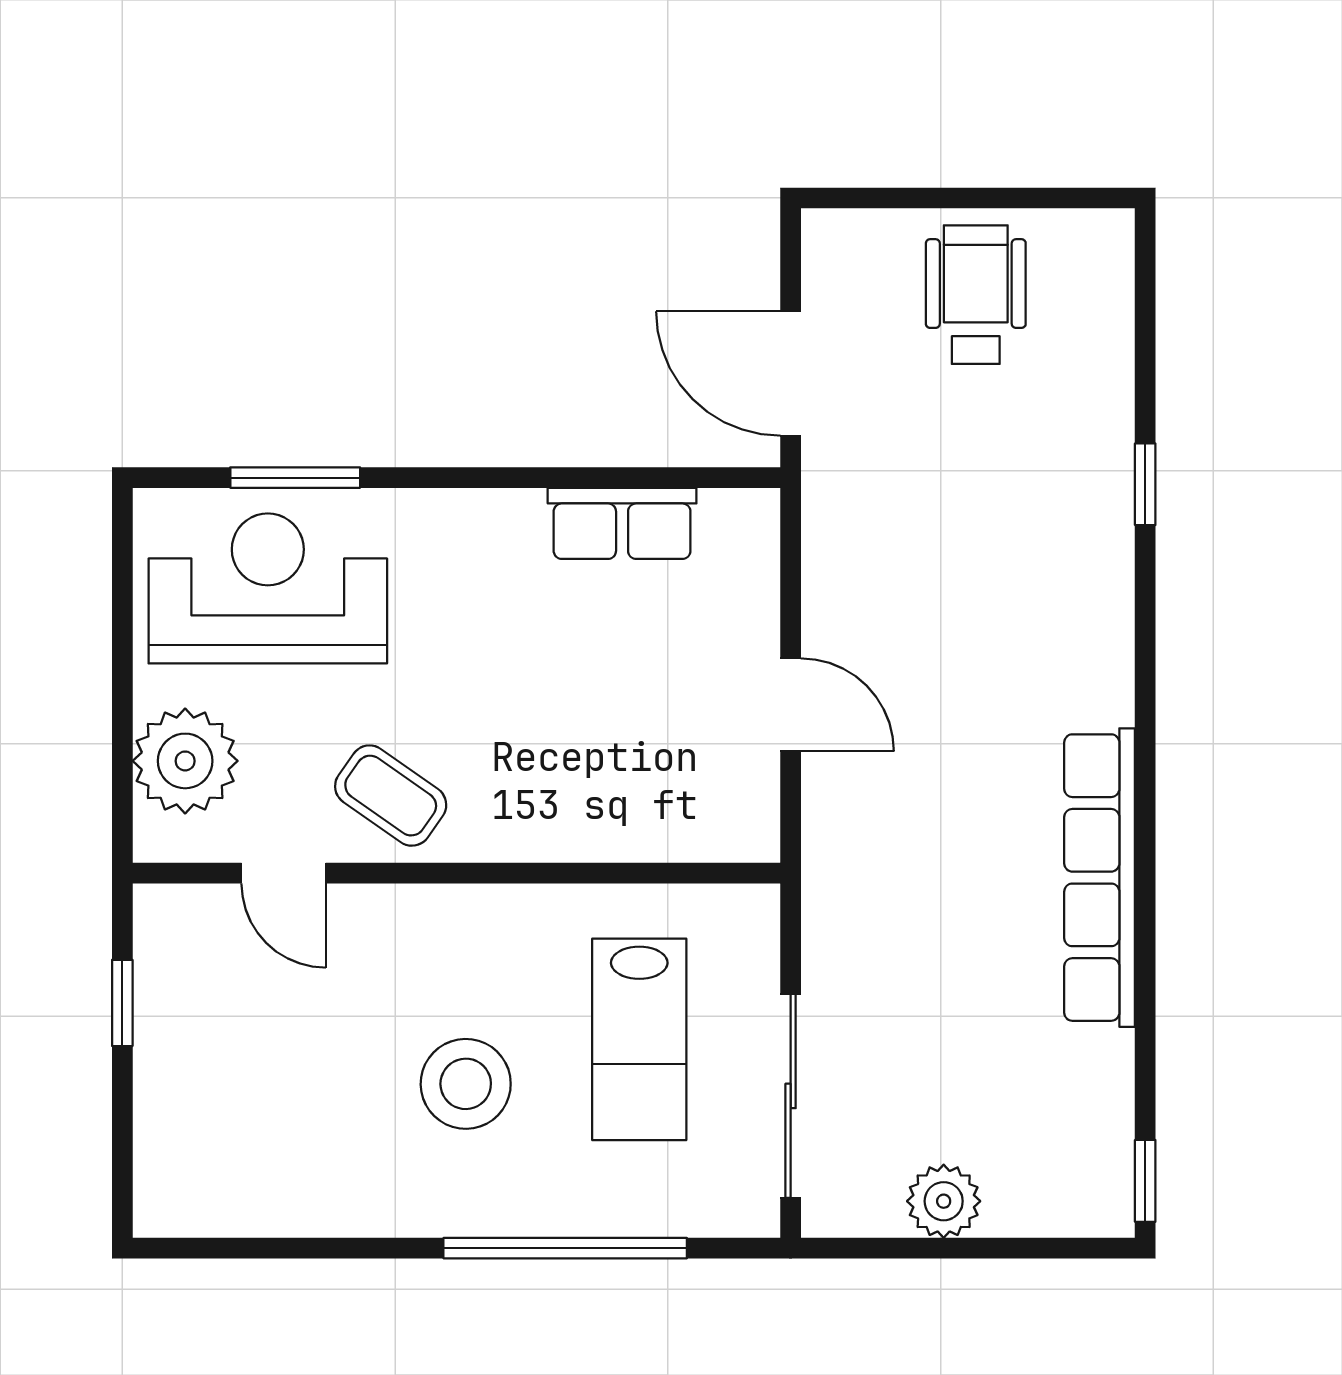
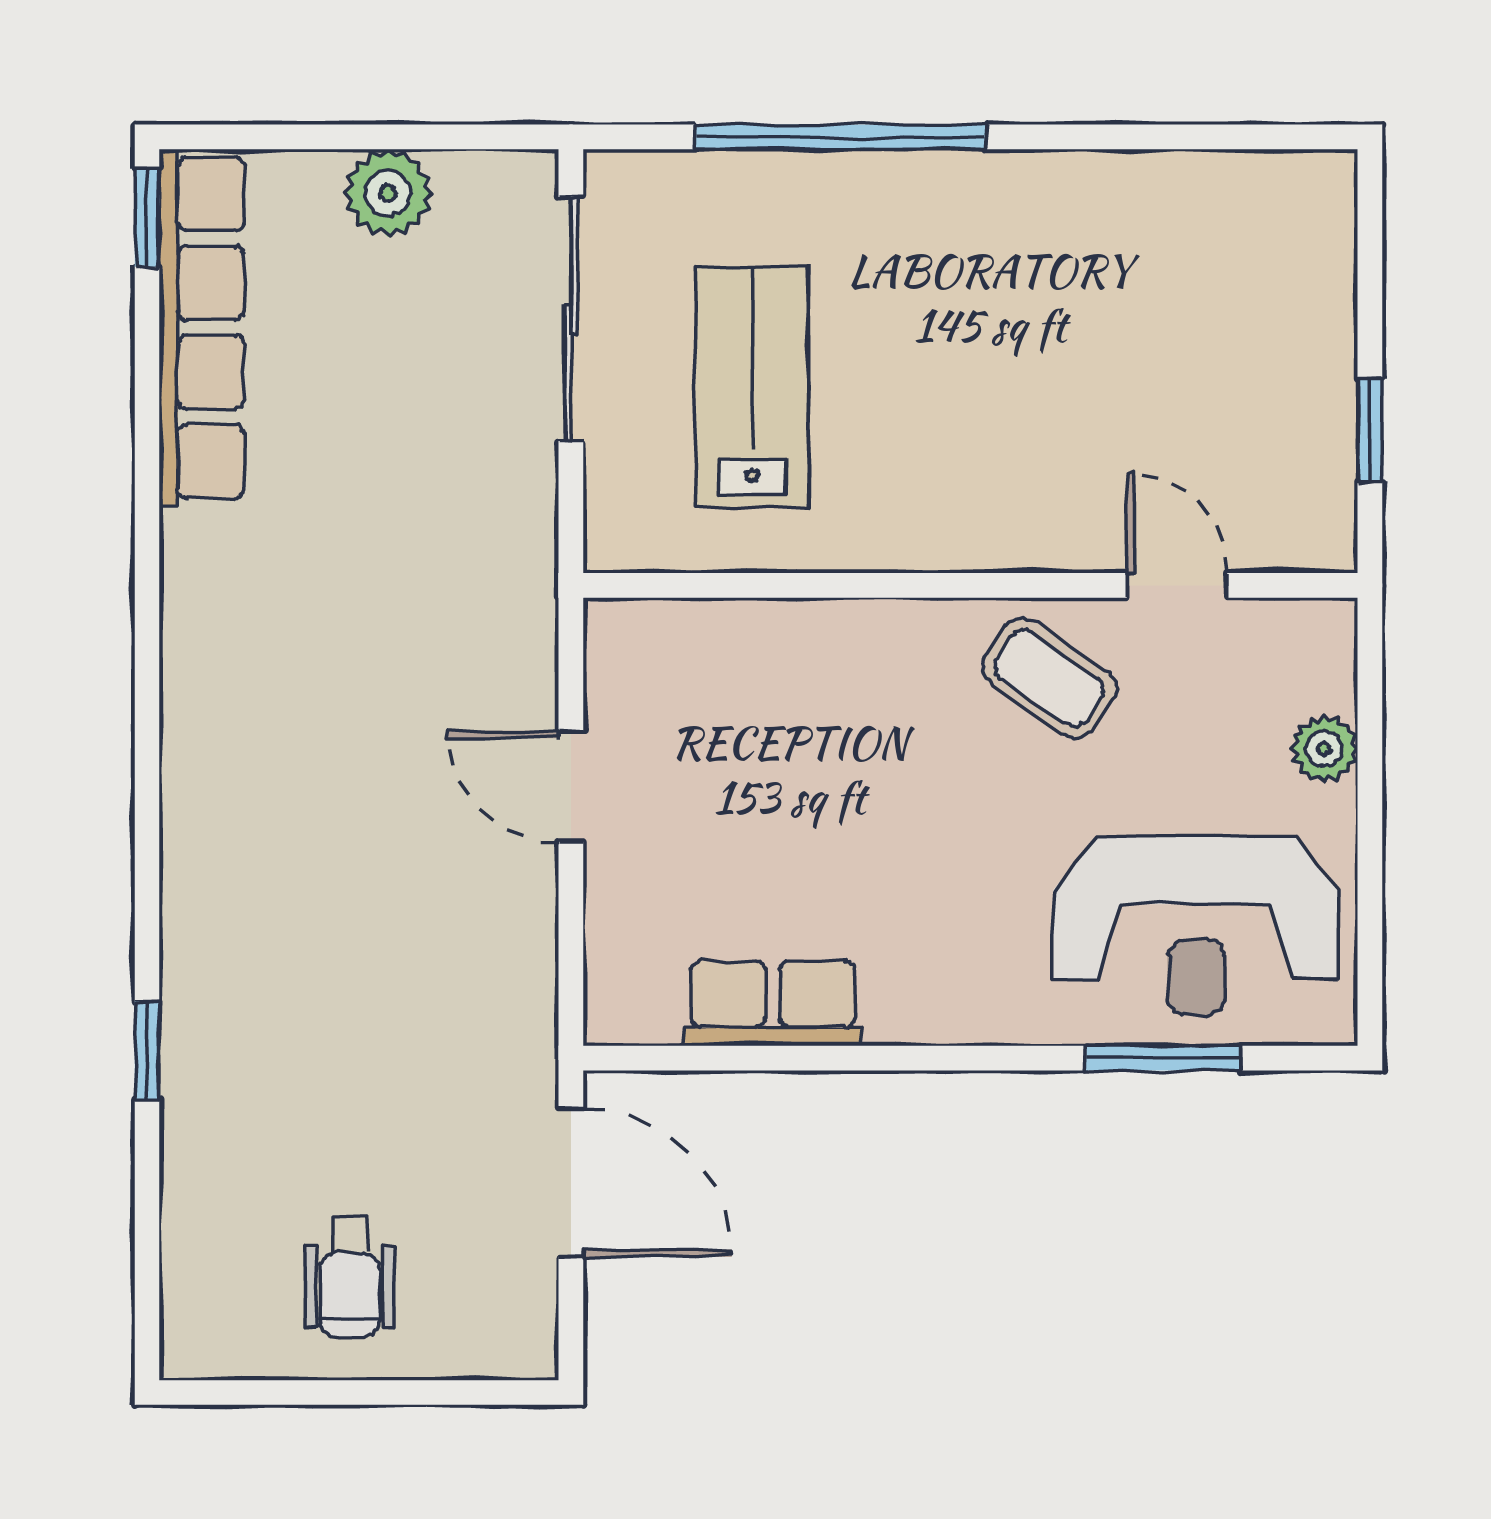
wheelchair: (976, 295) -> (350, 1277), width x0.73, depth x0.73
plant: (185, 761) -> (1324, 749), width x0.53, depth x0.53
row of seats: (1100, 878) -> (202, 328), moved
stool: (466, 1084) -> (959, 333), removed

